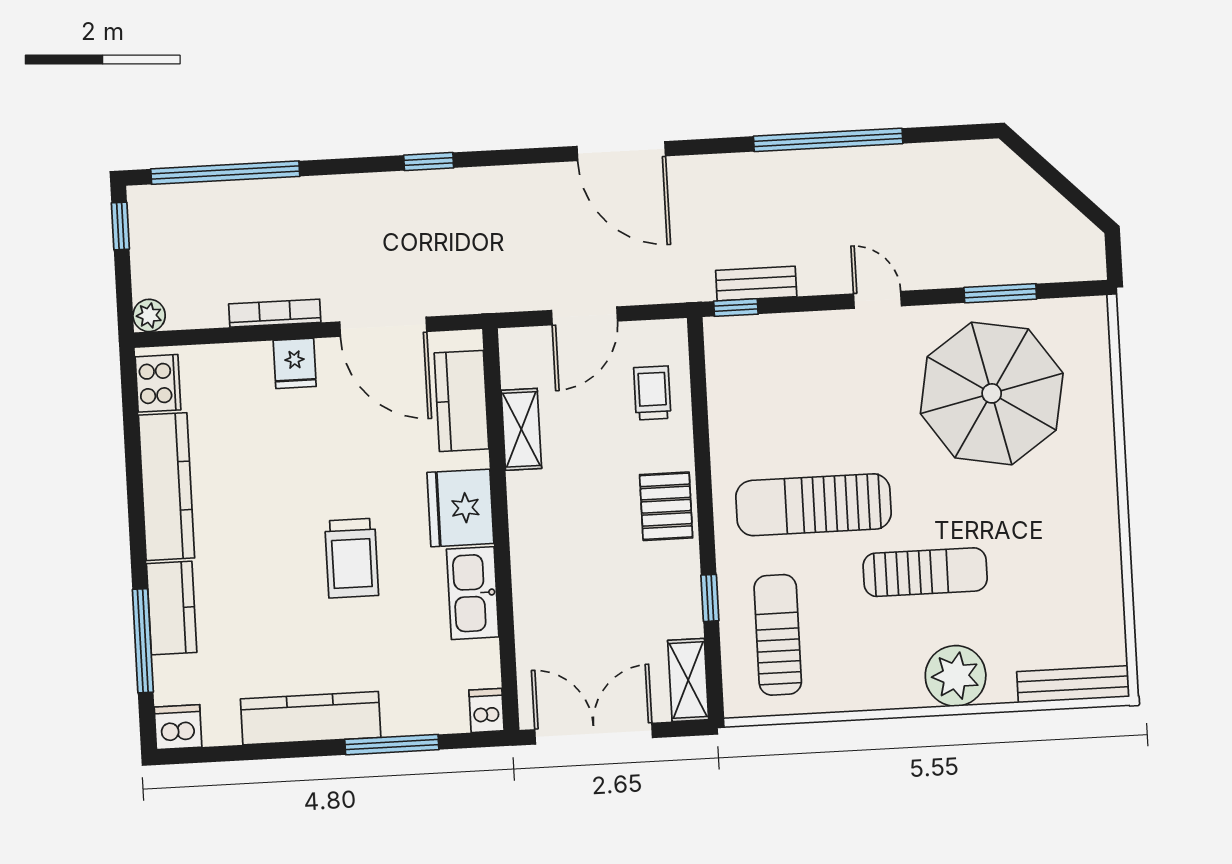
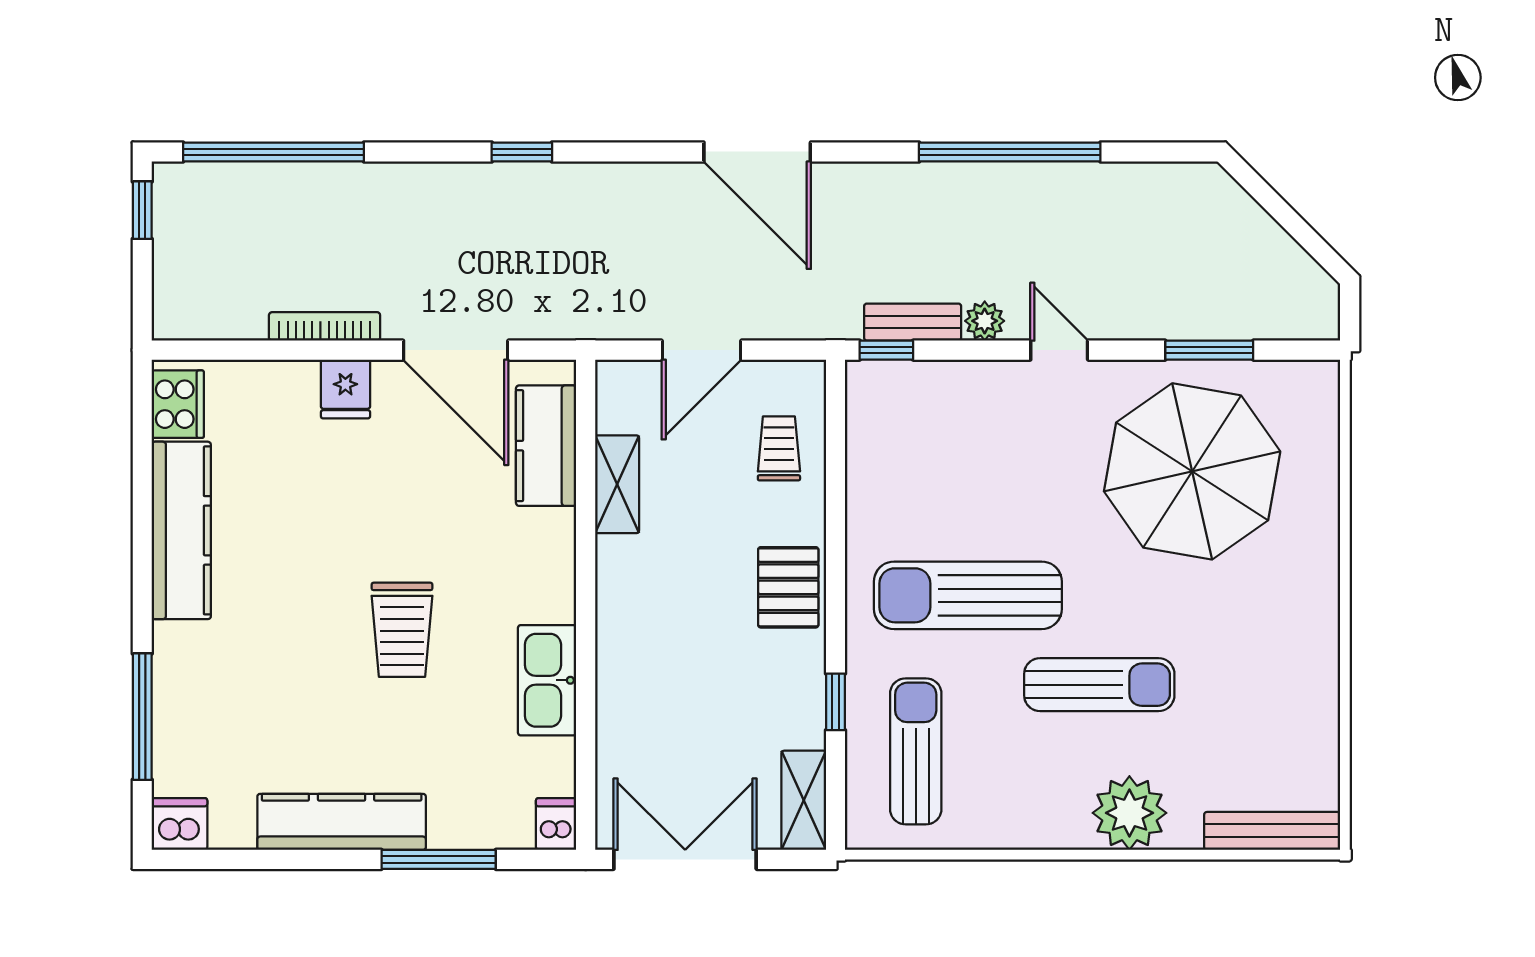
plant: (149, 315) -> (985, 321), moved
fridge: (460, 508) -> (538, 576), removed
kitchen counter: (172, 608) -> (180, 679), removed

